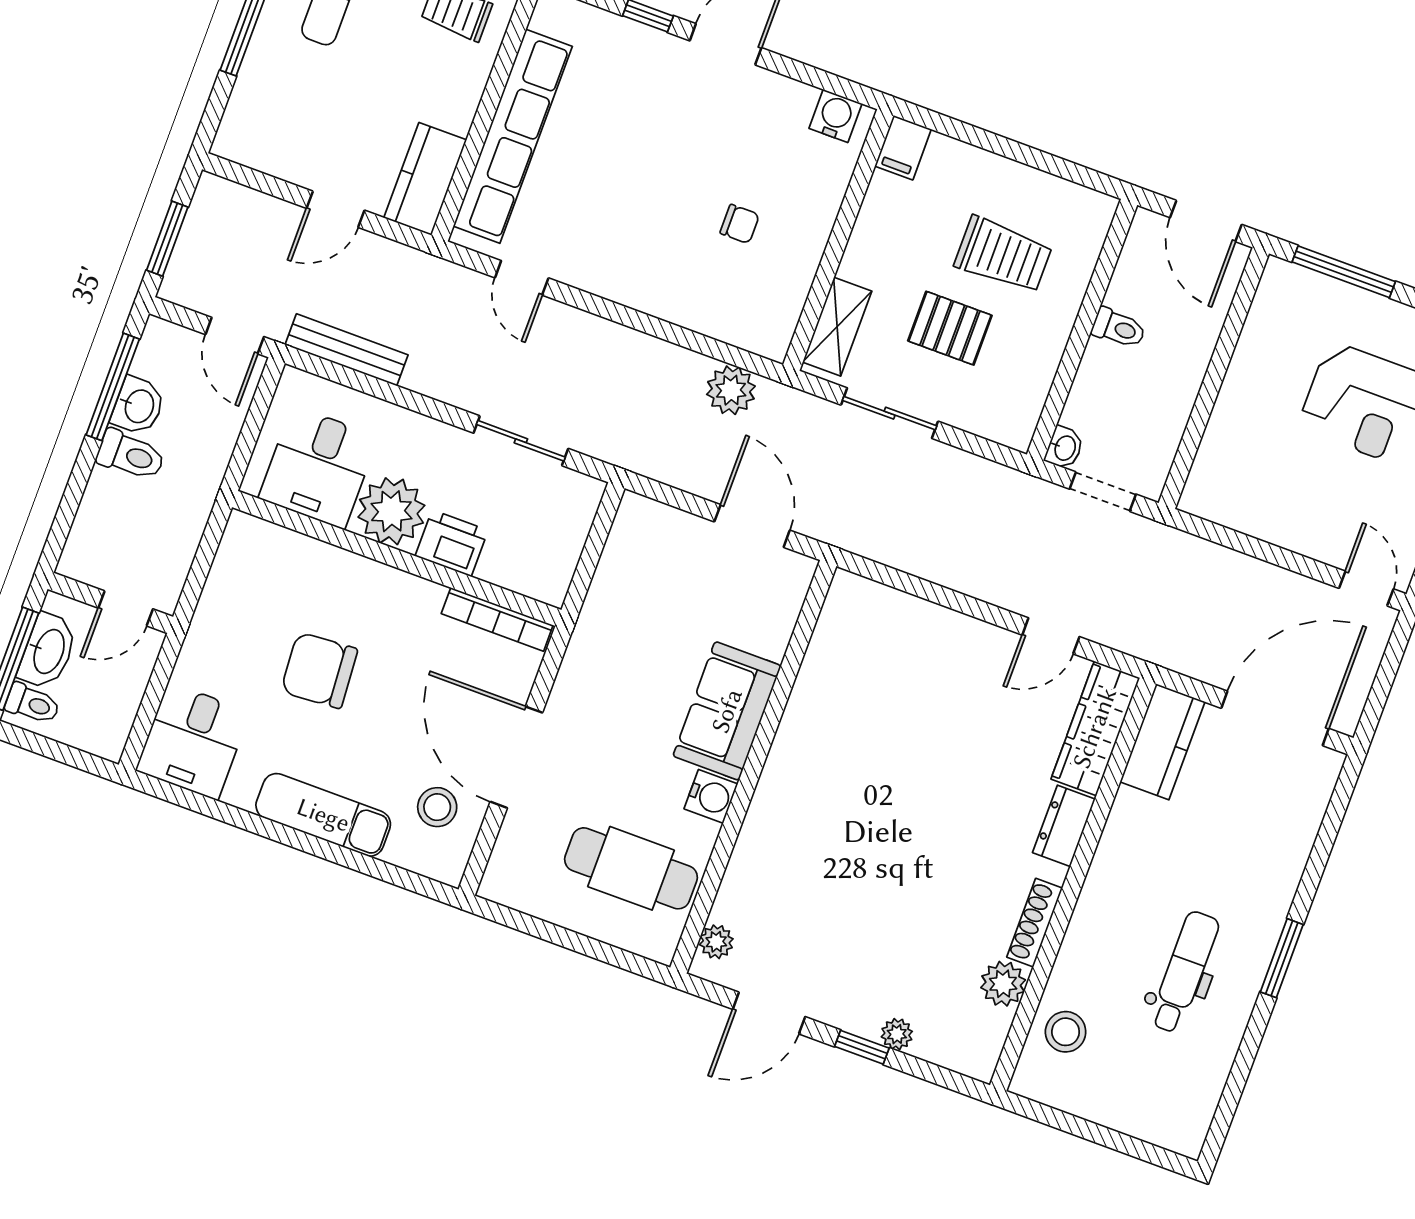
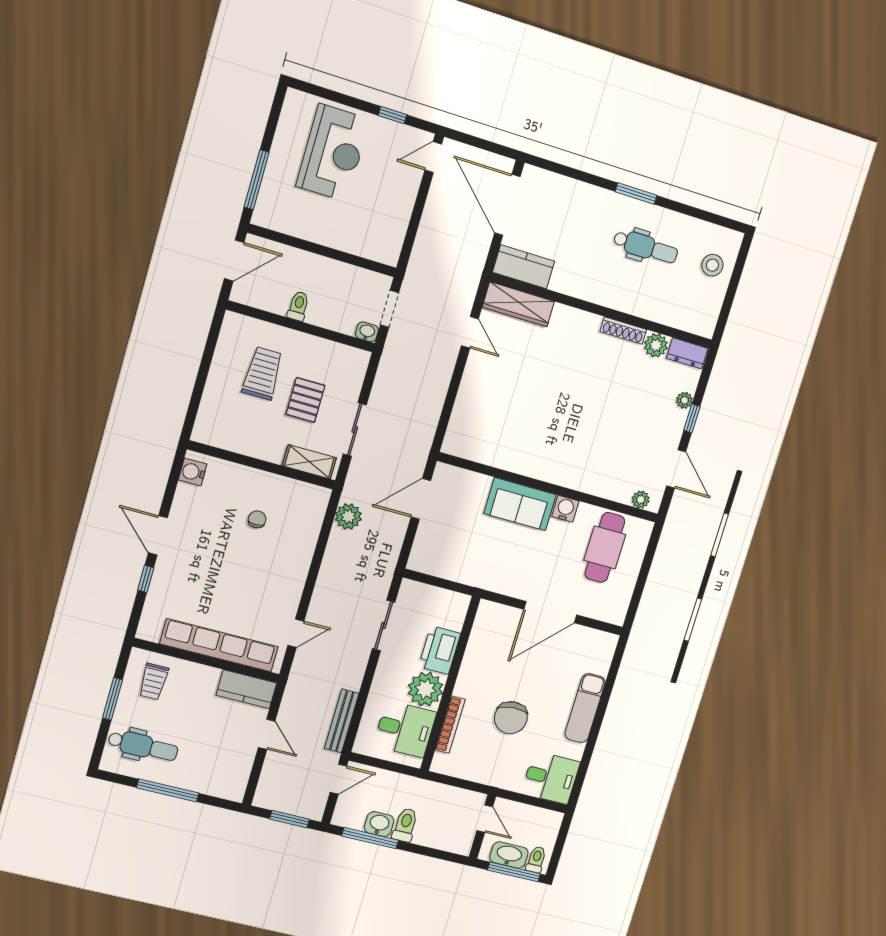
filing cabinet: (903, 148) -> (207, 433), removed
printer: (452, 543) -> (440, 650), width x1.37, depth x1.19
bookcase: (497, 619) -> (450, 725), moved
stool: (437, 807) -> (578, 650), removed
dresser: (1064, 826) -> (687, 353), moved
dental chair: (1184, 972) -> (646, 247), turned 180
stool: (1066, 1032) -> (712, 265), moved

